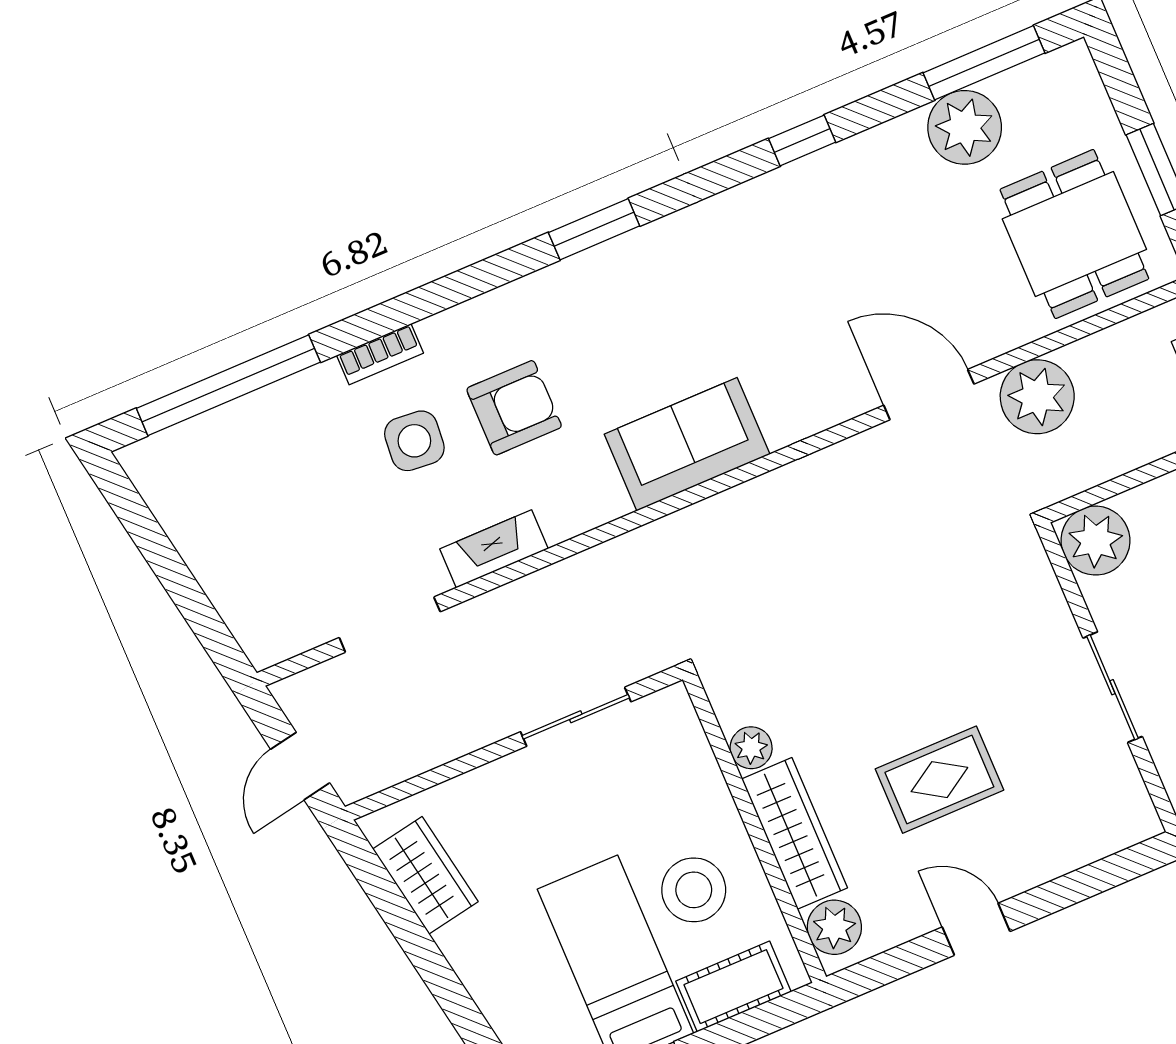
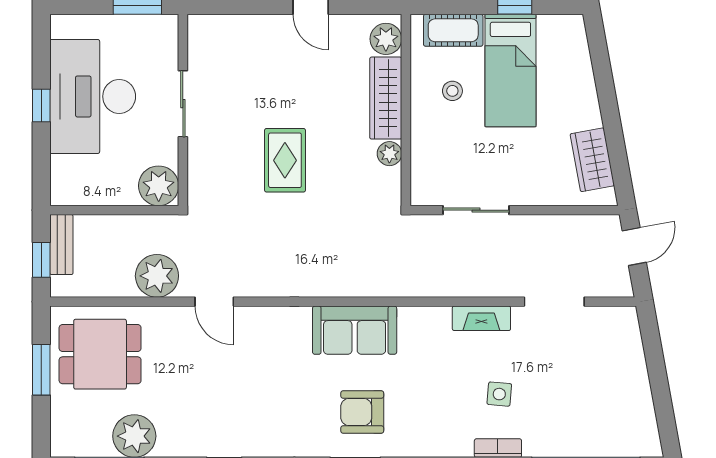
dining table: (1074, 234) -> (100, 354), turned 90
door: (929, 395) -> (214, 302), width x0.73
armchair: (514, 408) -> (362, 412), moved
side table: (414, 441) -> (499, 394), width x0.73, depth x0.73
rug: (939, 780) -> (285, 160), moved, turned 90
stool: (694, 890) -> (452, 91), width x0.53, depth x0.53

